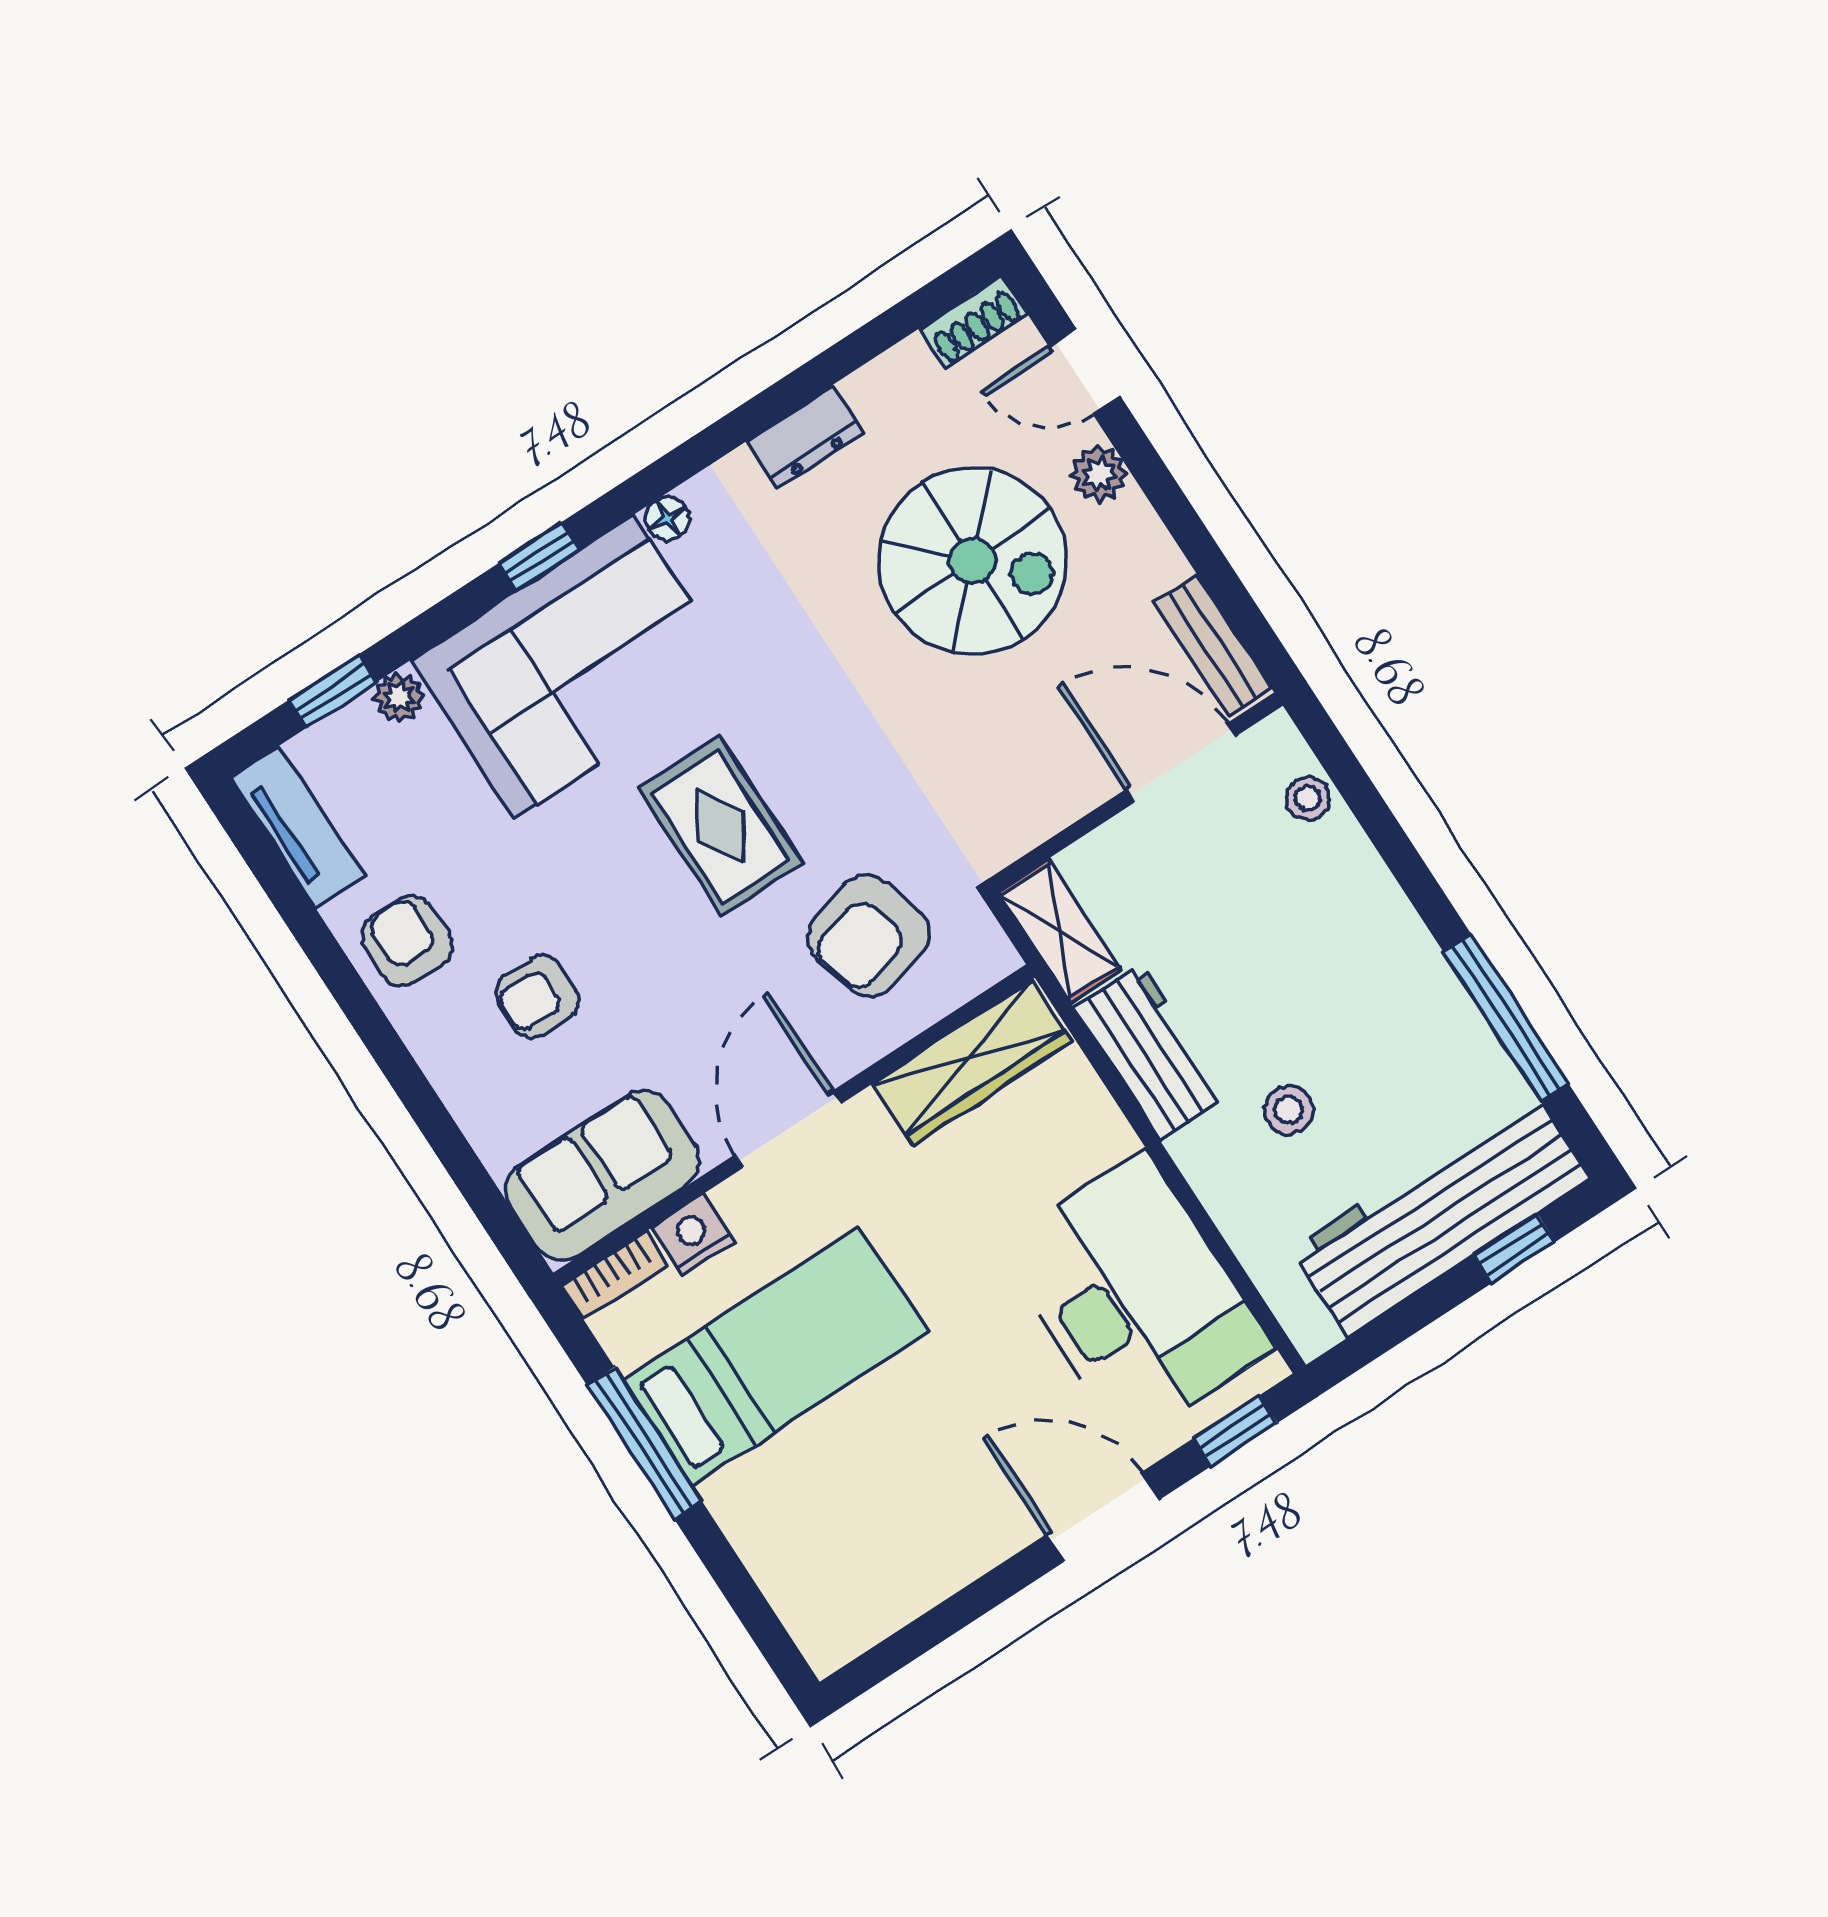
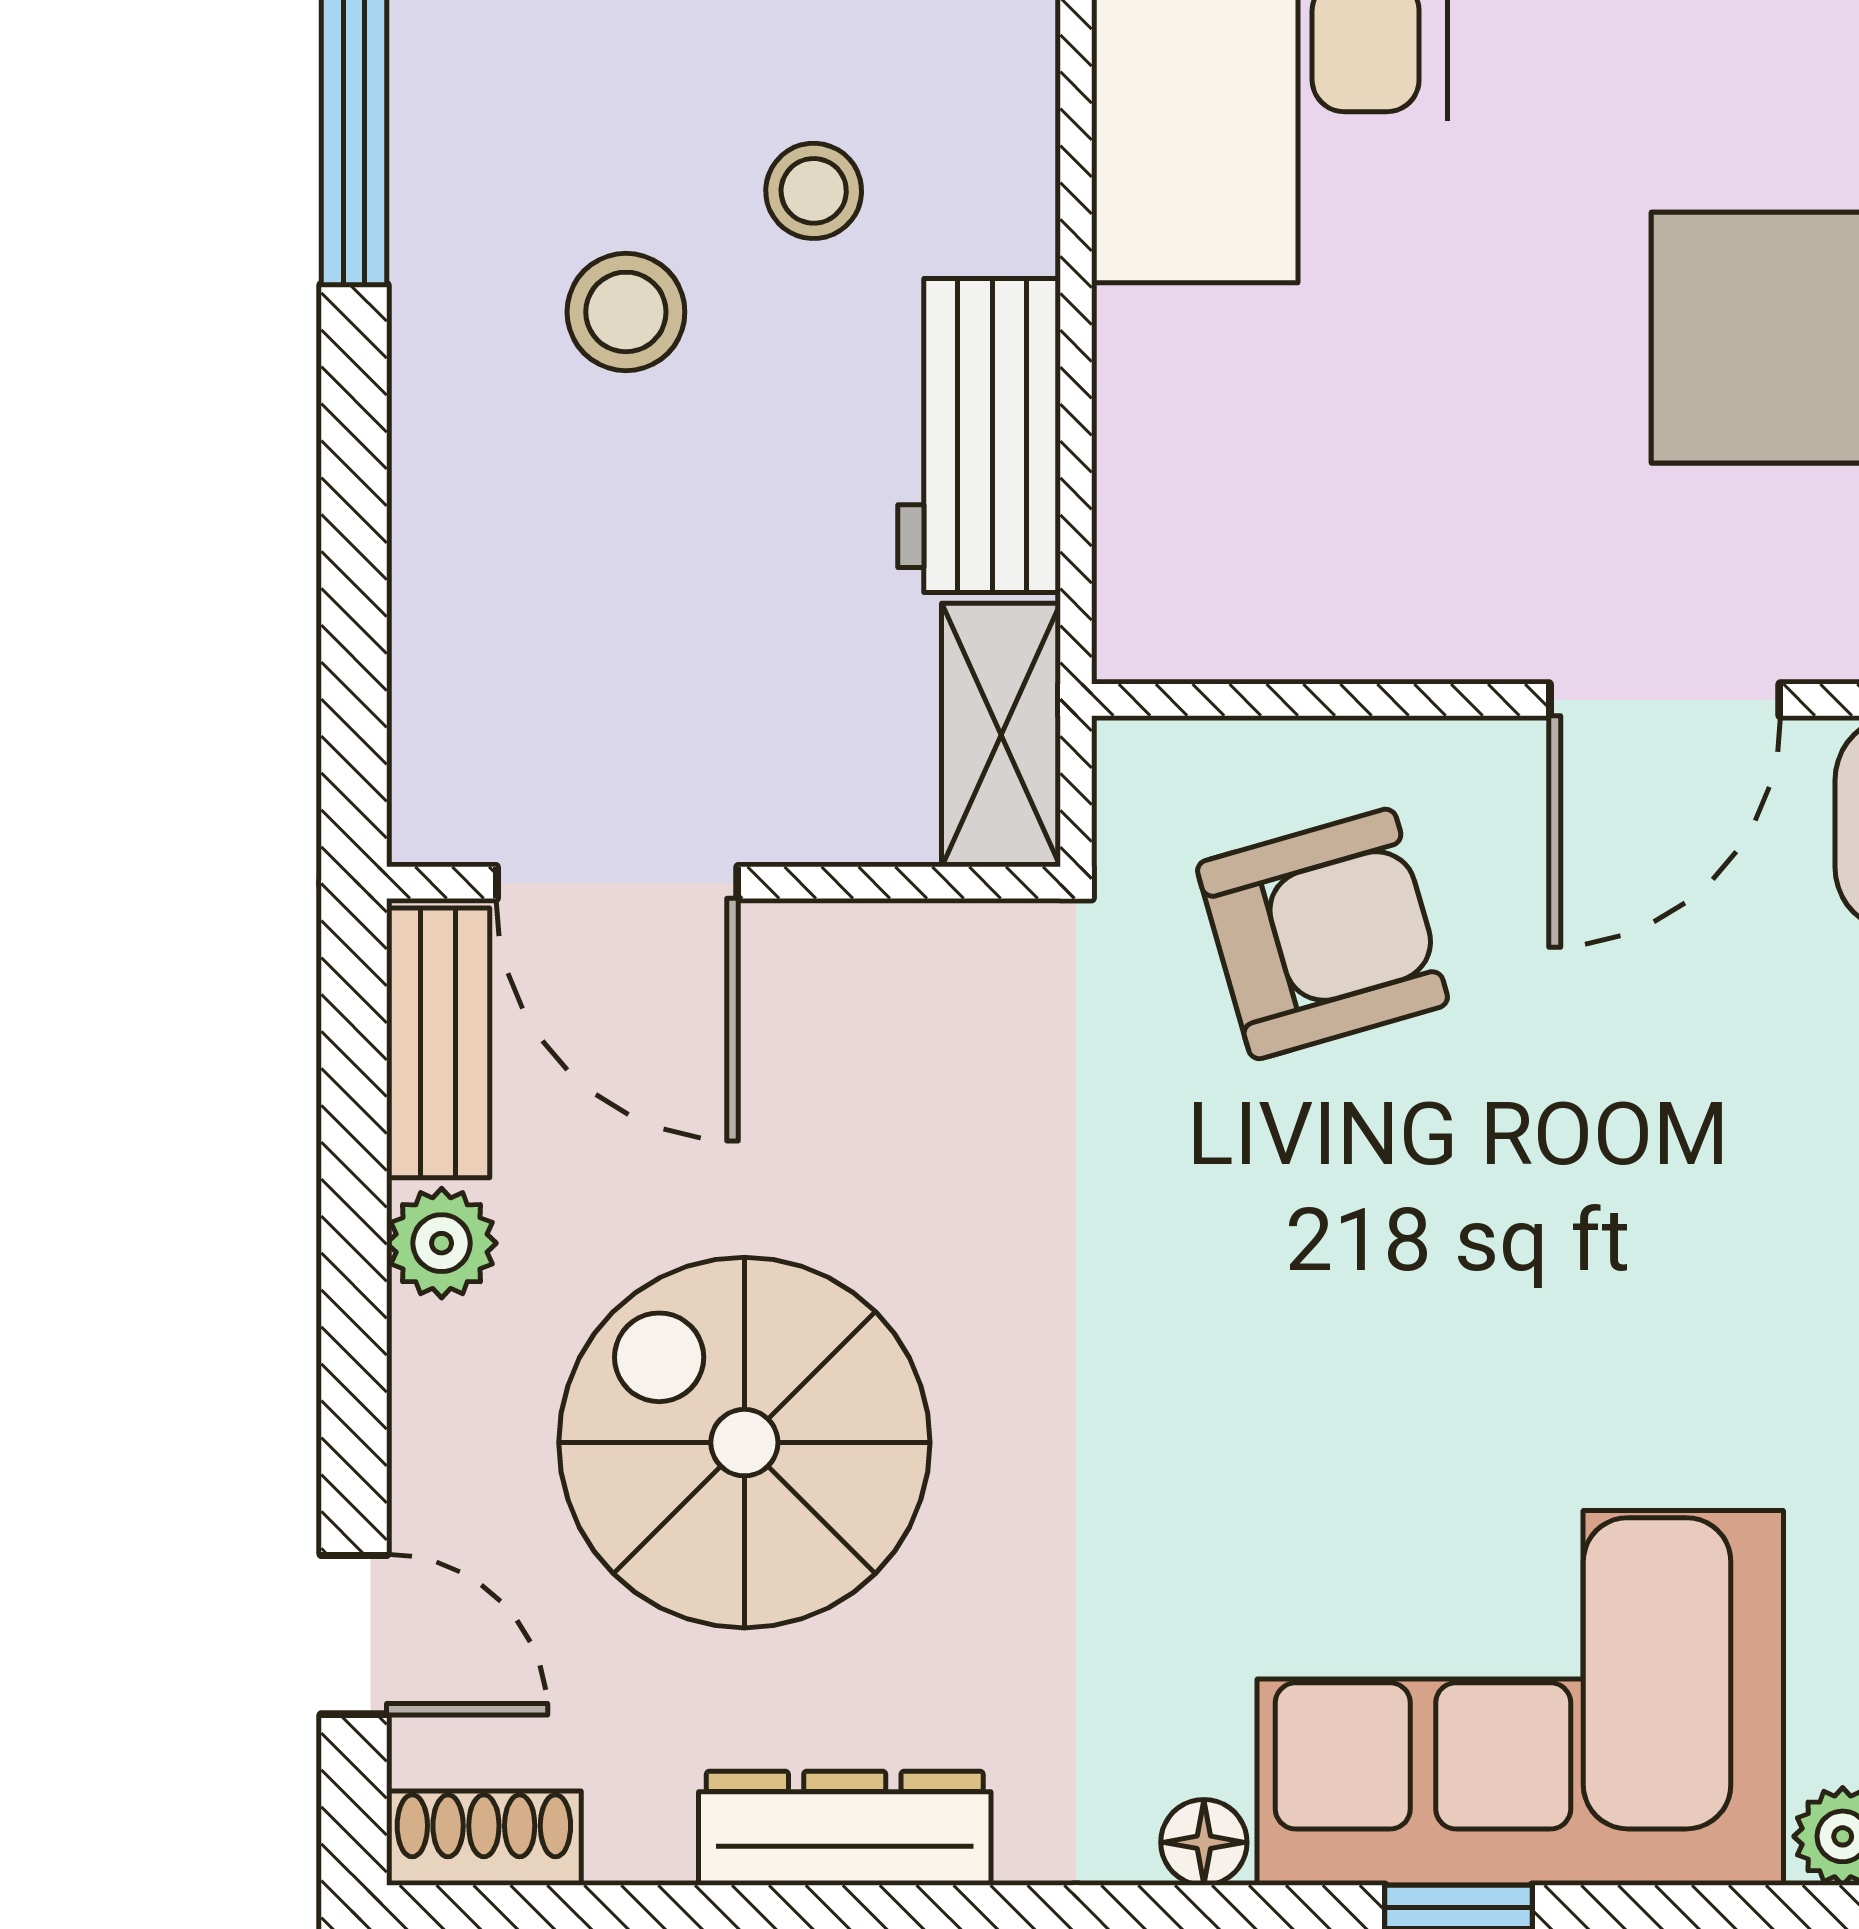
dresser: (805, 437) -> (845, 1828), width x1.44
plant: (1099, 474) -> (442, 1243), moved
stool: (1308, 798) -> (626, 312), moved, width x1.37, depth x1.37
rug: (720, 826) -> (1449, 1275), removed
wardrobe: (972, 1062) -> (1287, 611), removed

